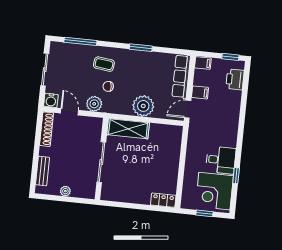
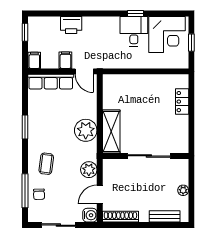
printer: (235, 79) -> (71, 25), moved
chair: (108, 86) -> (39, 194), moved
plant: (143, 106) -> (86, 130), moved
window: (236, 176) -> (136, 14), moved
locker: (163, 200) -> (182, 102), moved

